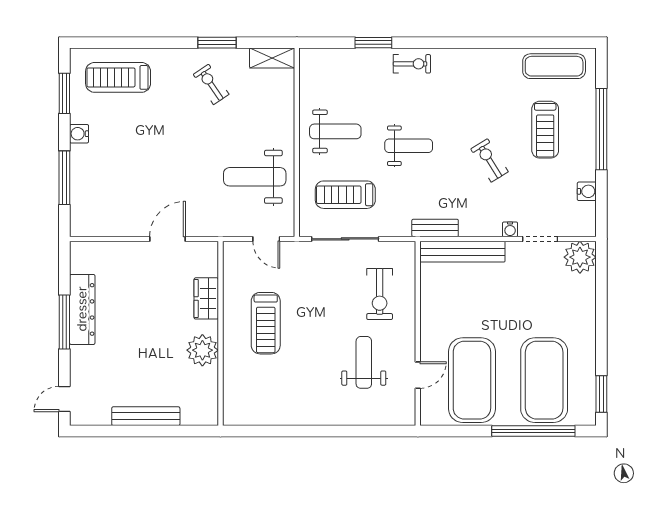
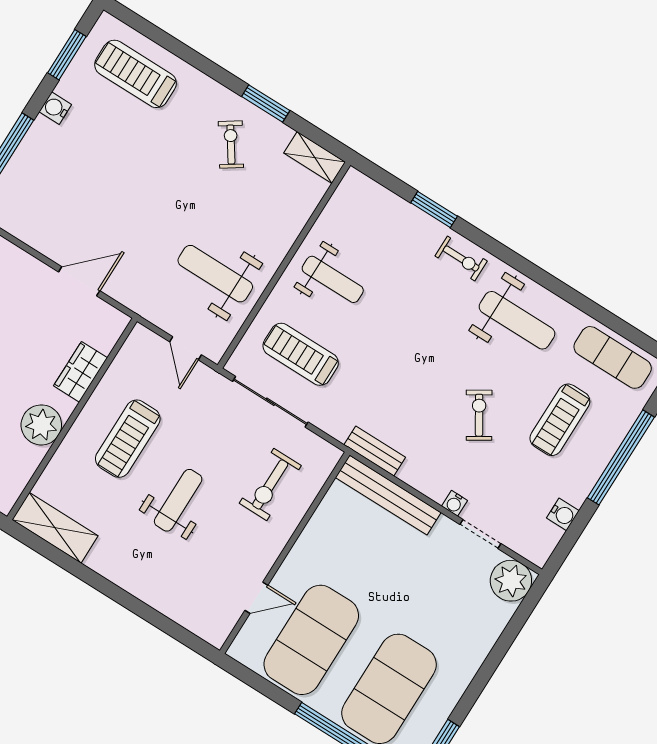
weight bench: (409, 146) -> (517, 320), moved, width x1.36, depth x1.33
weight bench: (364, 362) -> (178, 500), moved
shelving: (255, 413) -> (55, 528), added

